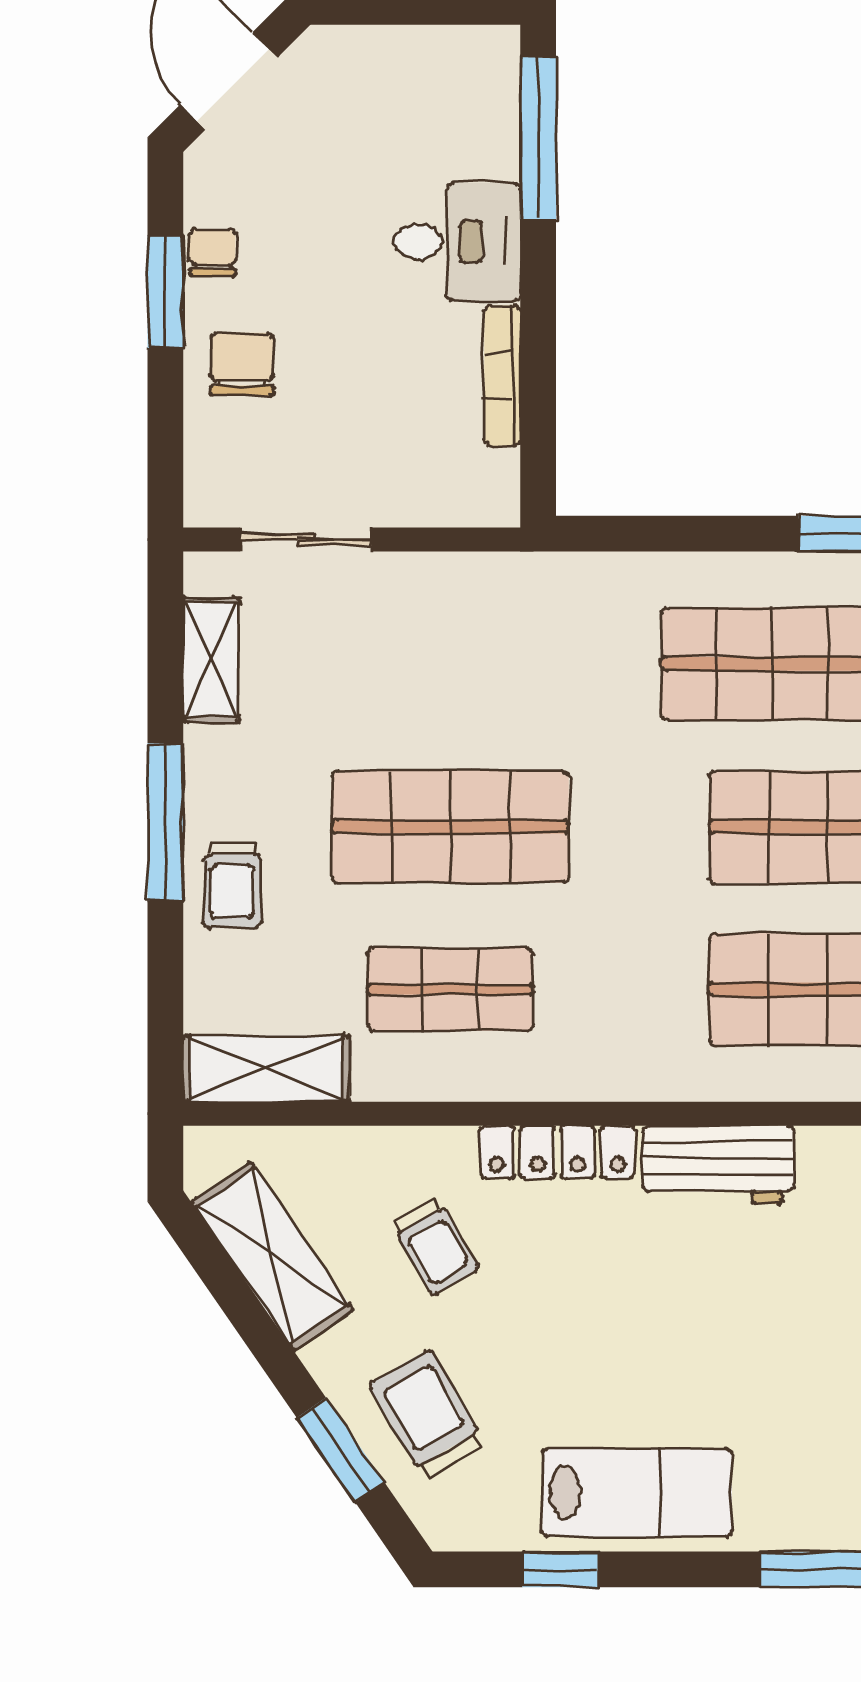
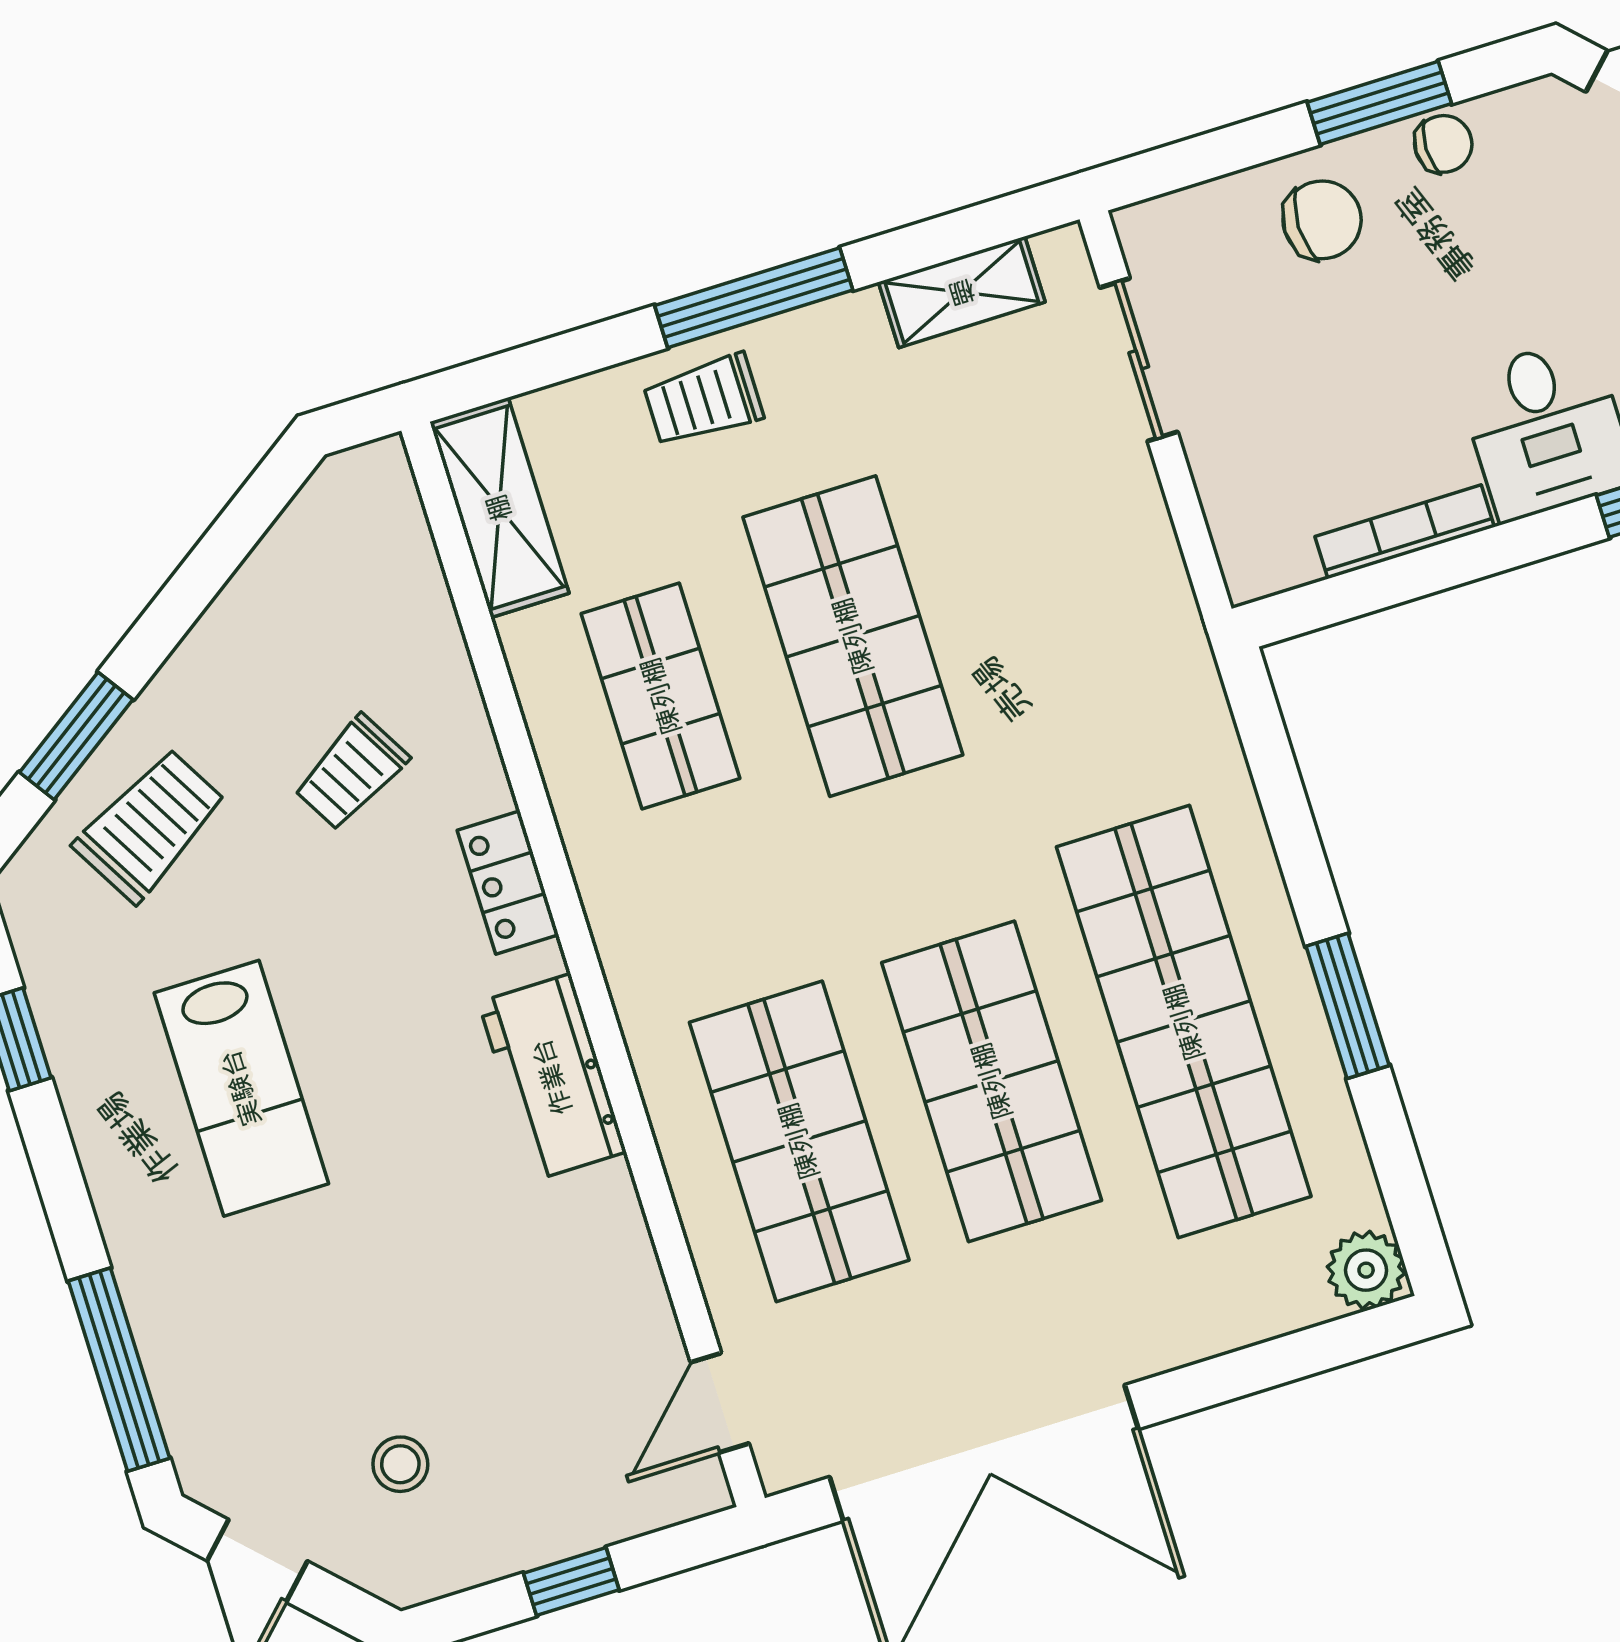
locker: (558, 1152) -> (508, 882), width x0.66
shelving: (272, 1256) -> (280, 584), removed
lab bench: (637, 1493) -> (241, 1088), moved

